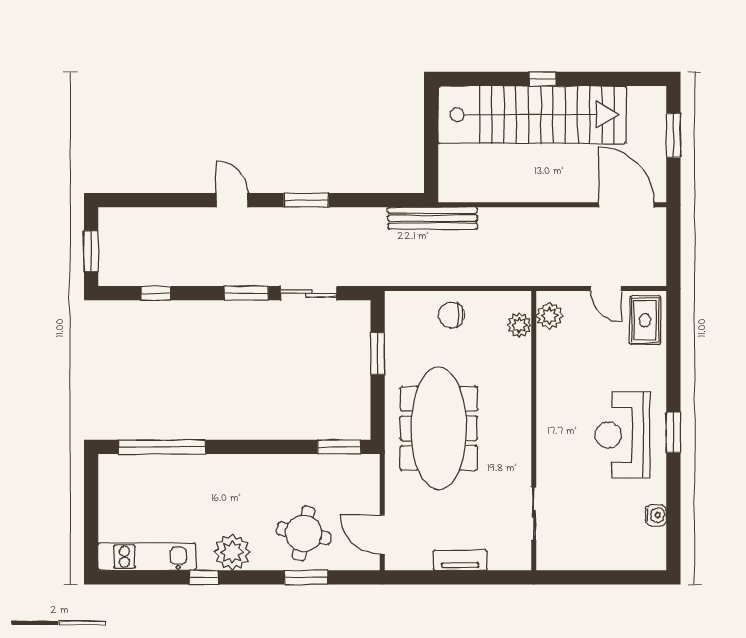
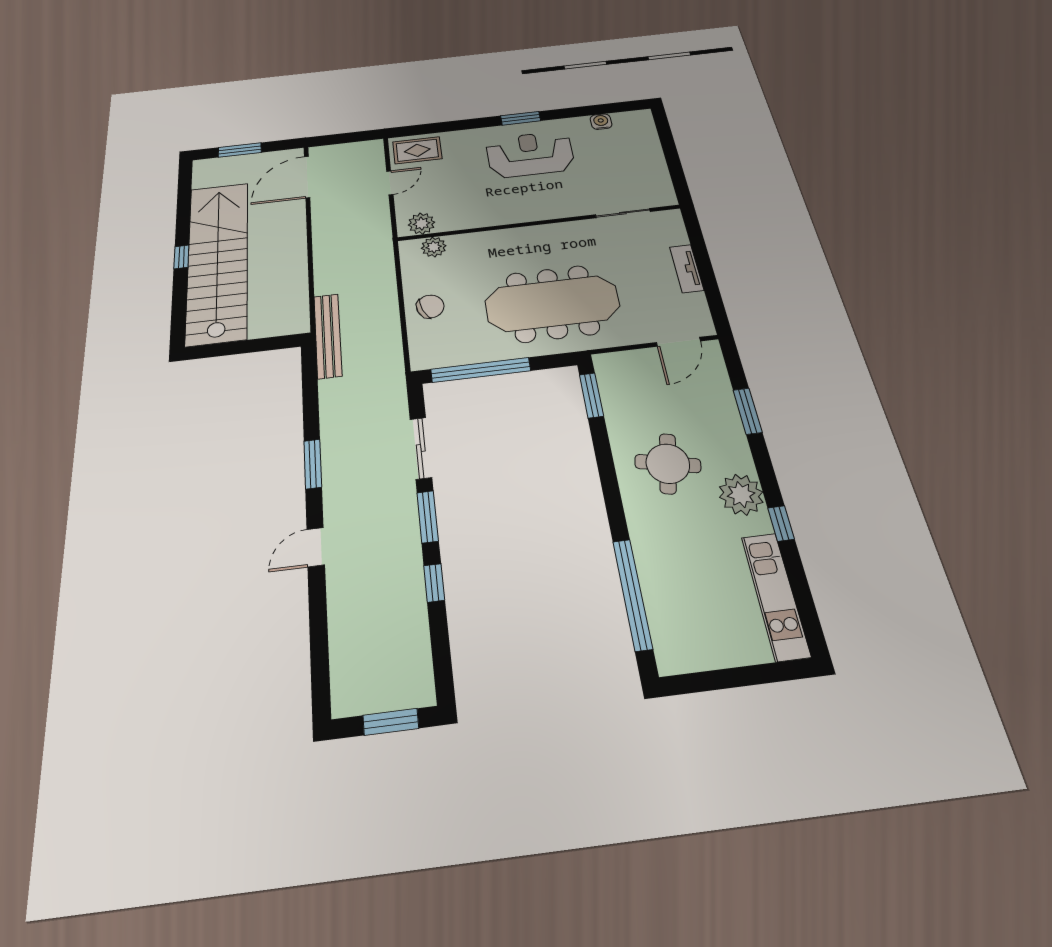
window: (156, 293) -> (434, 583), moved
chair: (451, 315) -> (430, 306), turned -111
window: (378, 354) -> (481, 370), width x2.11
reception desk: (622, 435) -> (530, 154), turned 180
round table: (304, 533) -> (668, 464), moved

